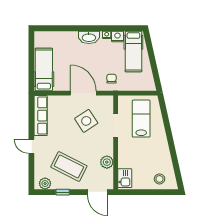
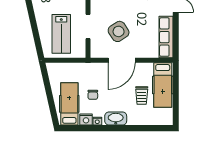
trolley: (64, 59) -> (142, 96), added
chair: (111, 79) -> (93, 95), moved
door: (83, 93) -> (122, 60), hinge flipped

